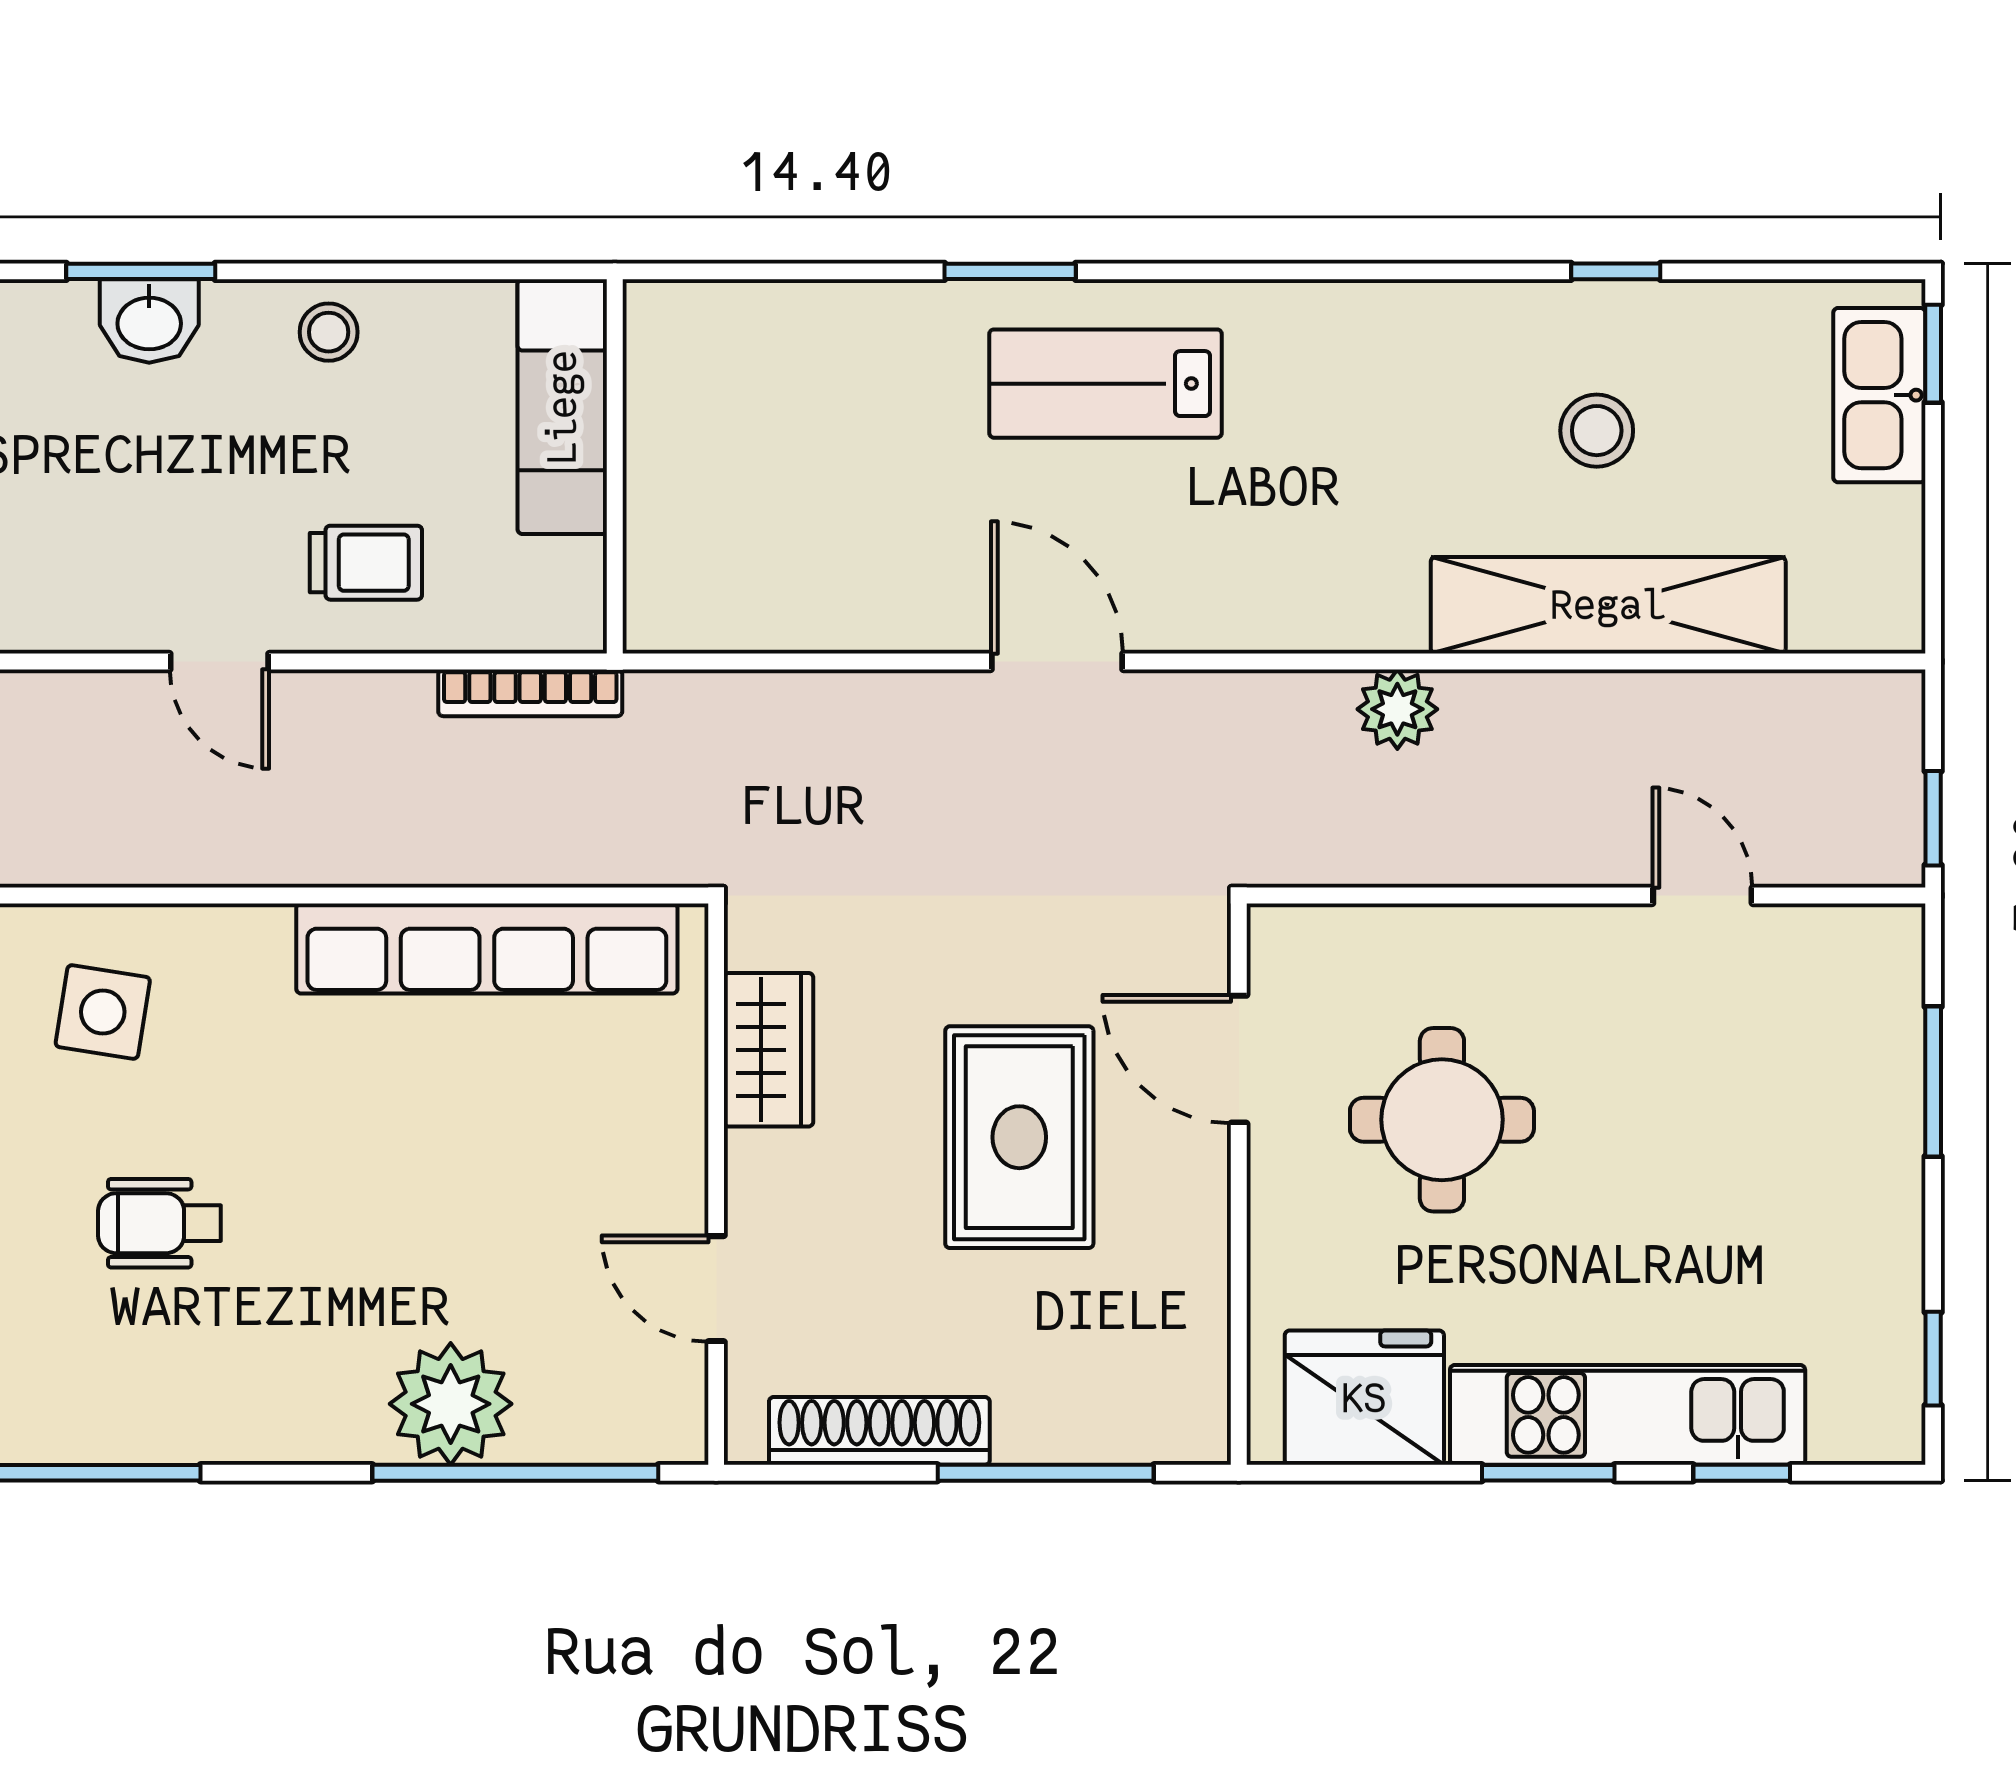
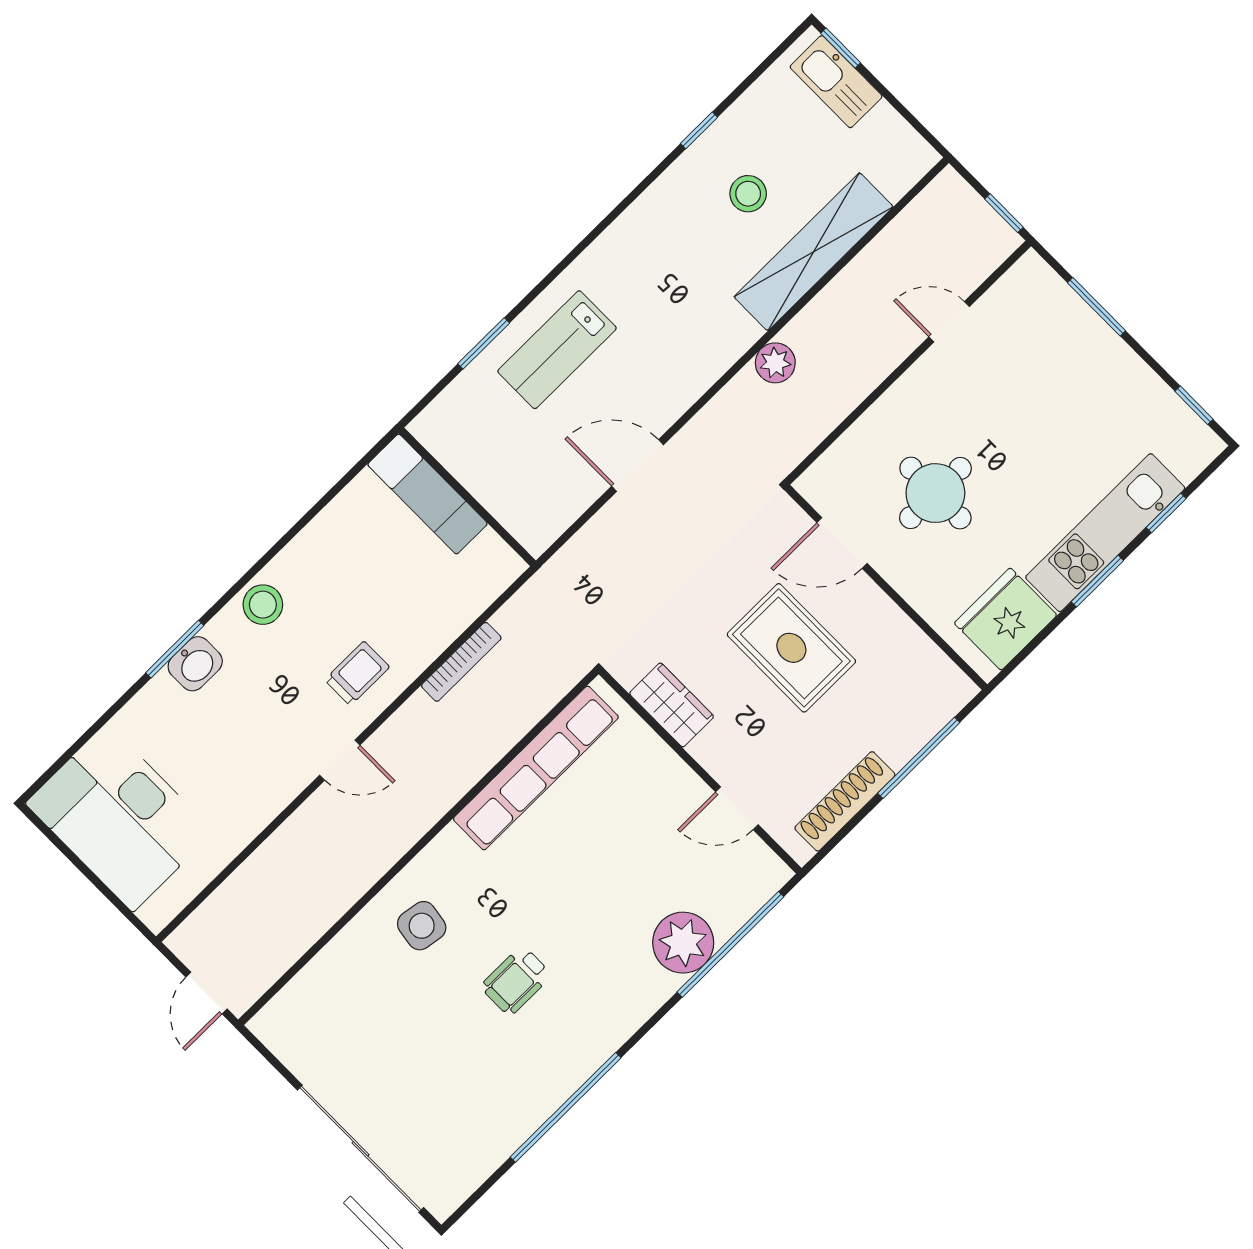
stool: (329, 332) -> (263, 605), width x1.37, depth x1.37
exam couch: (562, 407) -> (428, 494), moved
wall: (615, 466) -> (467, 497), moved

